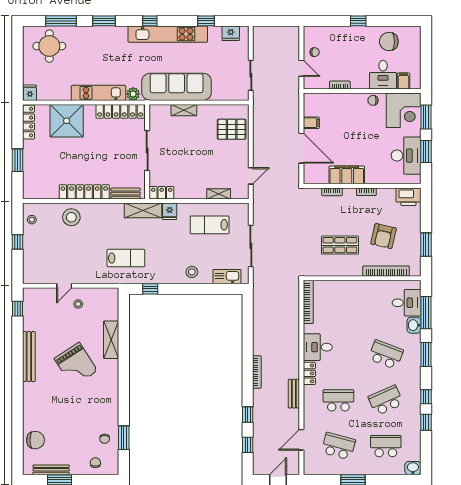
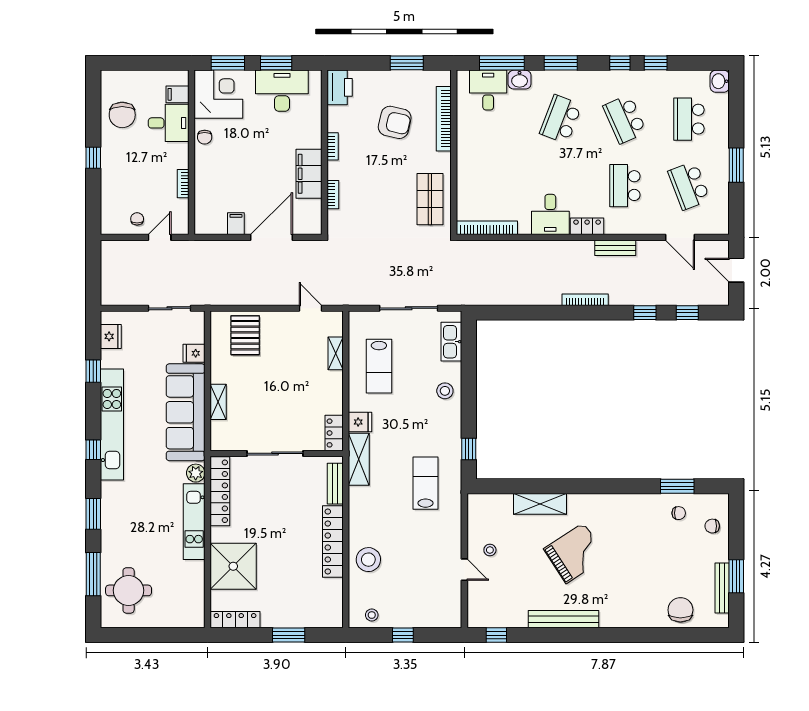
fridge: (30, 93) -> (194, 353), moved
shop shelf: (340, 245) -> (430, 199), moved
school desk: (338, 446) -> (689, 186), turned -36

